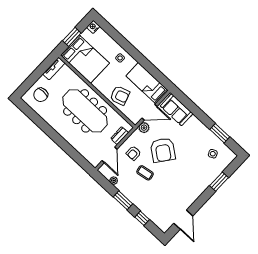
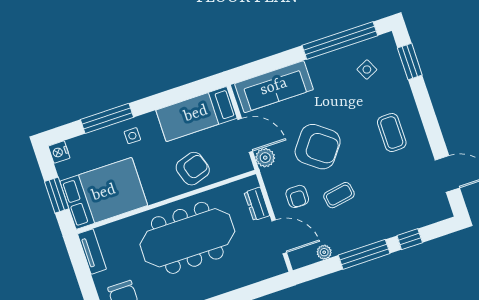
window: (122, 41) -> (107, 118), added
sofa: (177, 110) -> (274, 87), width x1.36
door: (150, 112) -> (245, 135), hinge flipped
window: (220, 133) -> (340, 40), width x2.11
coffee table: (189, 182) -> (392, 133), added
window: (219, 182) -> (410, 62), moved
window: (123, 200) -> (364, 254), width x1.44

